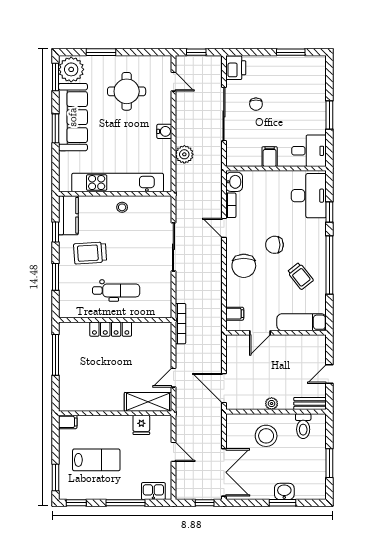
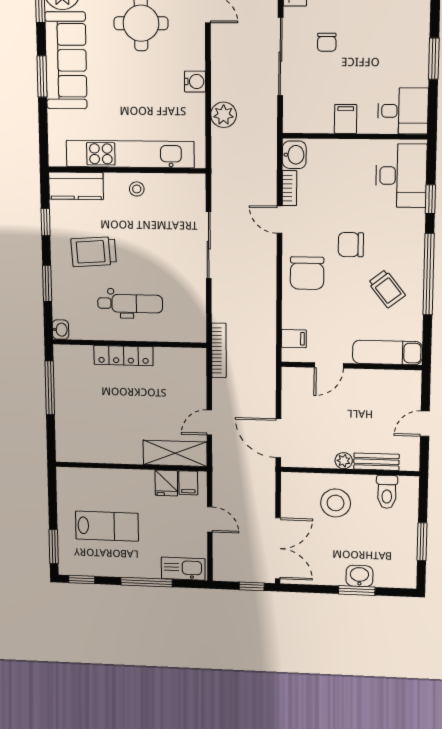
kitchen counter: (68, 215) -> (76, 186), moved, turned 90
washbasin: (64, 311) -> (60, 330), added
bench: (310, 404) -> (376, 462), moved
filing cabinet: (68, 422) -> (188, 483), moved, turned 90
kitchen sink: (153, 491) -> (183, 569), width x1.38

